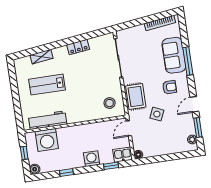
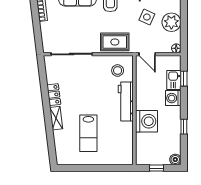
shelving: (41, 57) -> (56, 118), moved
side table: (157, 114) -> (147, 17), moved
workbench: (48, 120) -> (126, 102), moved
washing machine: (47, 140) -> (147, 121), moved
plant: (162, 146) -> (171, 22), added
kitchen sink: (123, 155) -> (174, 80), moved

